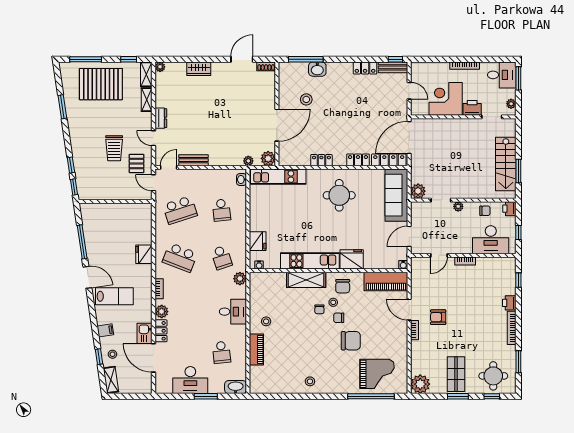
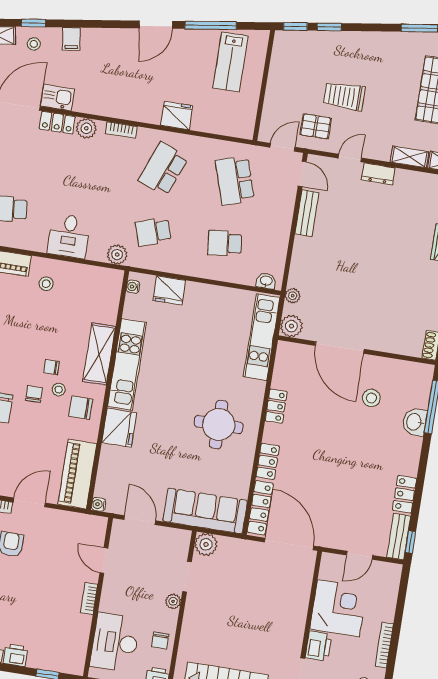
lab bench: (114, 296) -> (230, 62), moved

